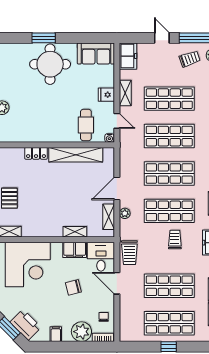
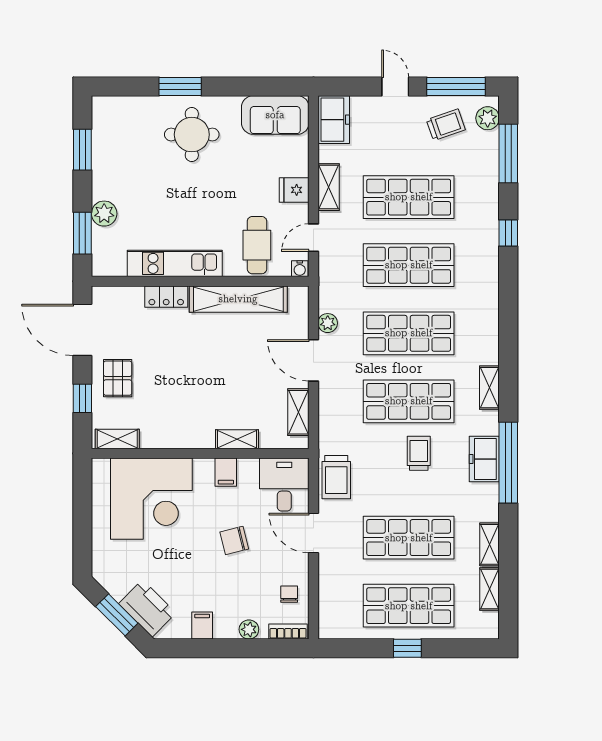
round table: (50, 64) -> (192, 135), width x0.73, depth x0.73
door: (117, 121) -> (313, 238), swing flipped
kitchen unit: (41, 135) -> (175, 263), added
door: (117, 188) -> (313, 360), hinge flipped
plant: (125, 213) -> (328, 323), moved
filing cabinet: (75, 250) -> (226, 472), width x0.50
plant: (81, 332) -> (249, 629), width x0.53, depth x0.53

